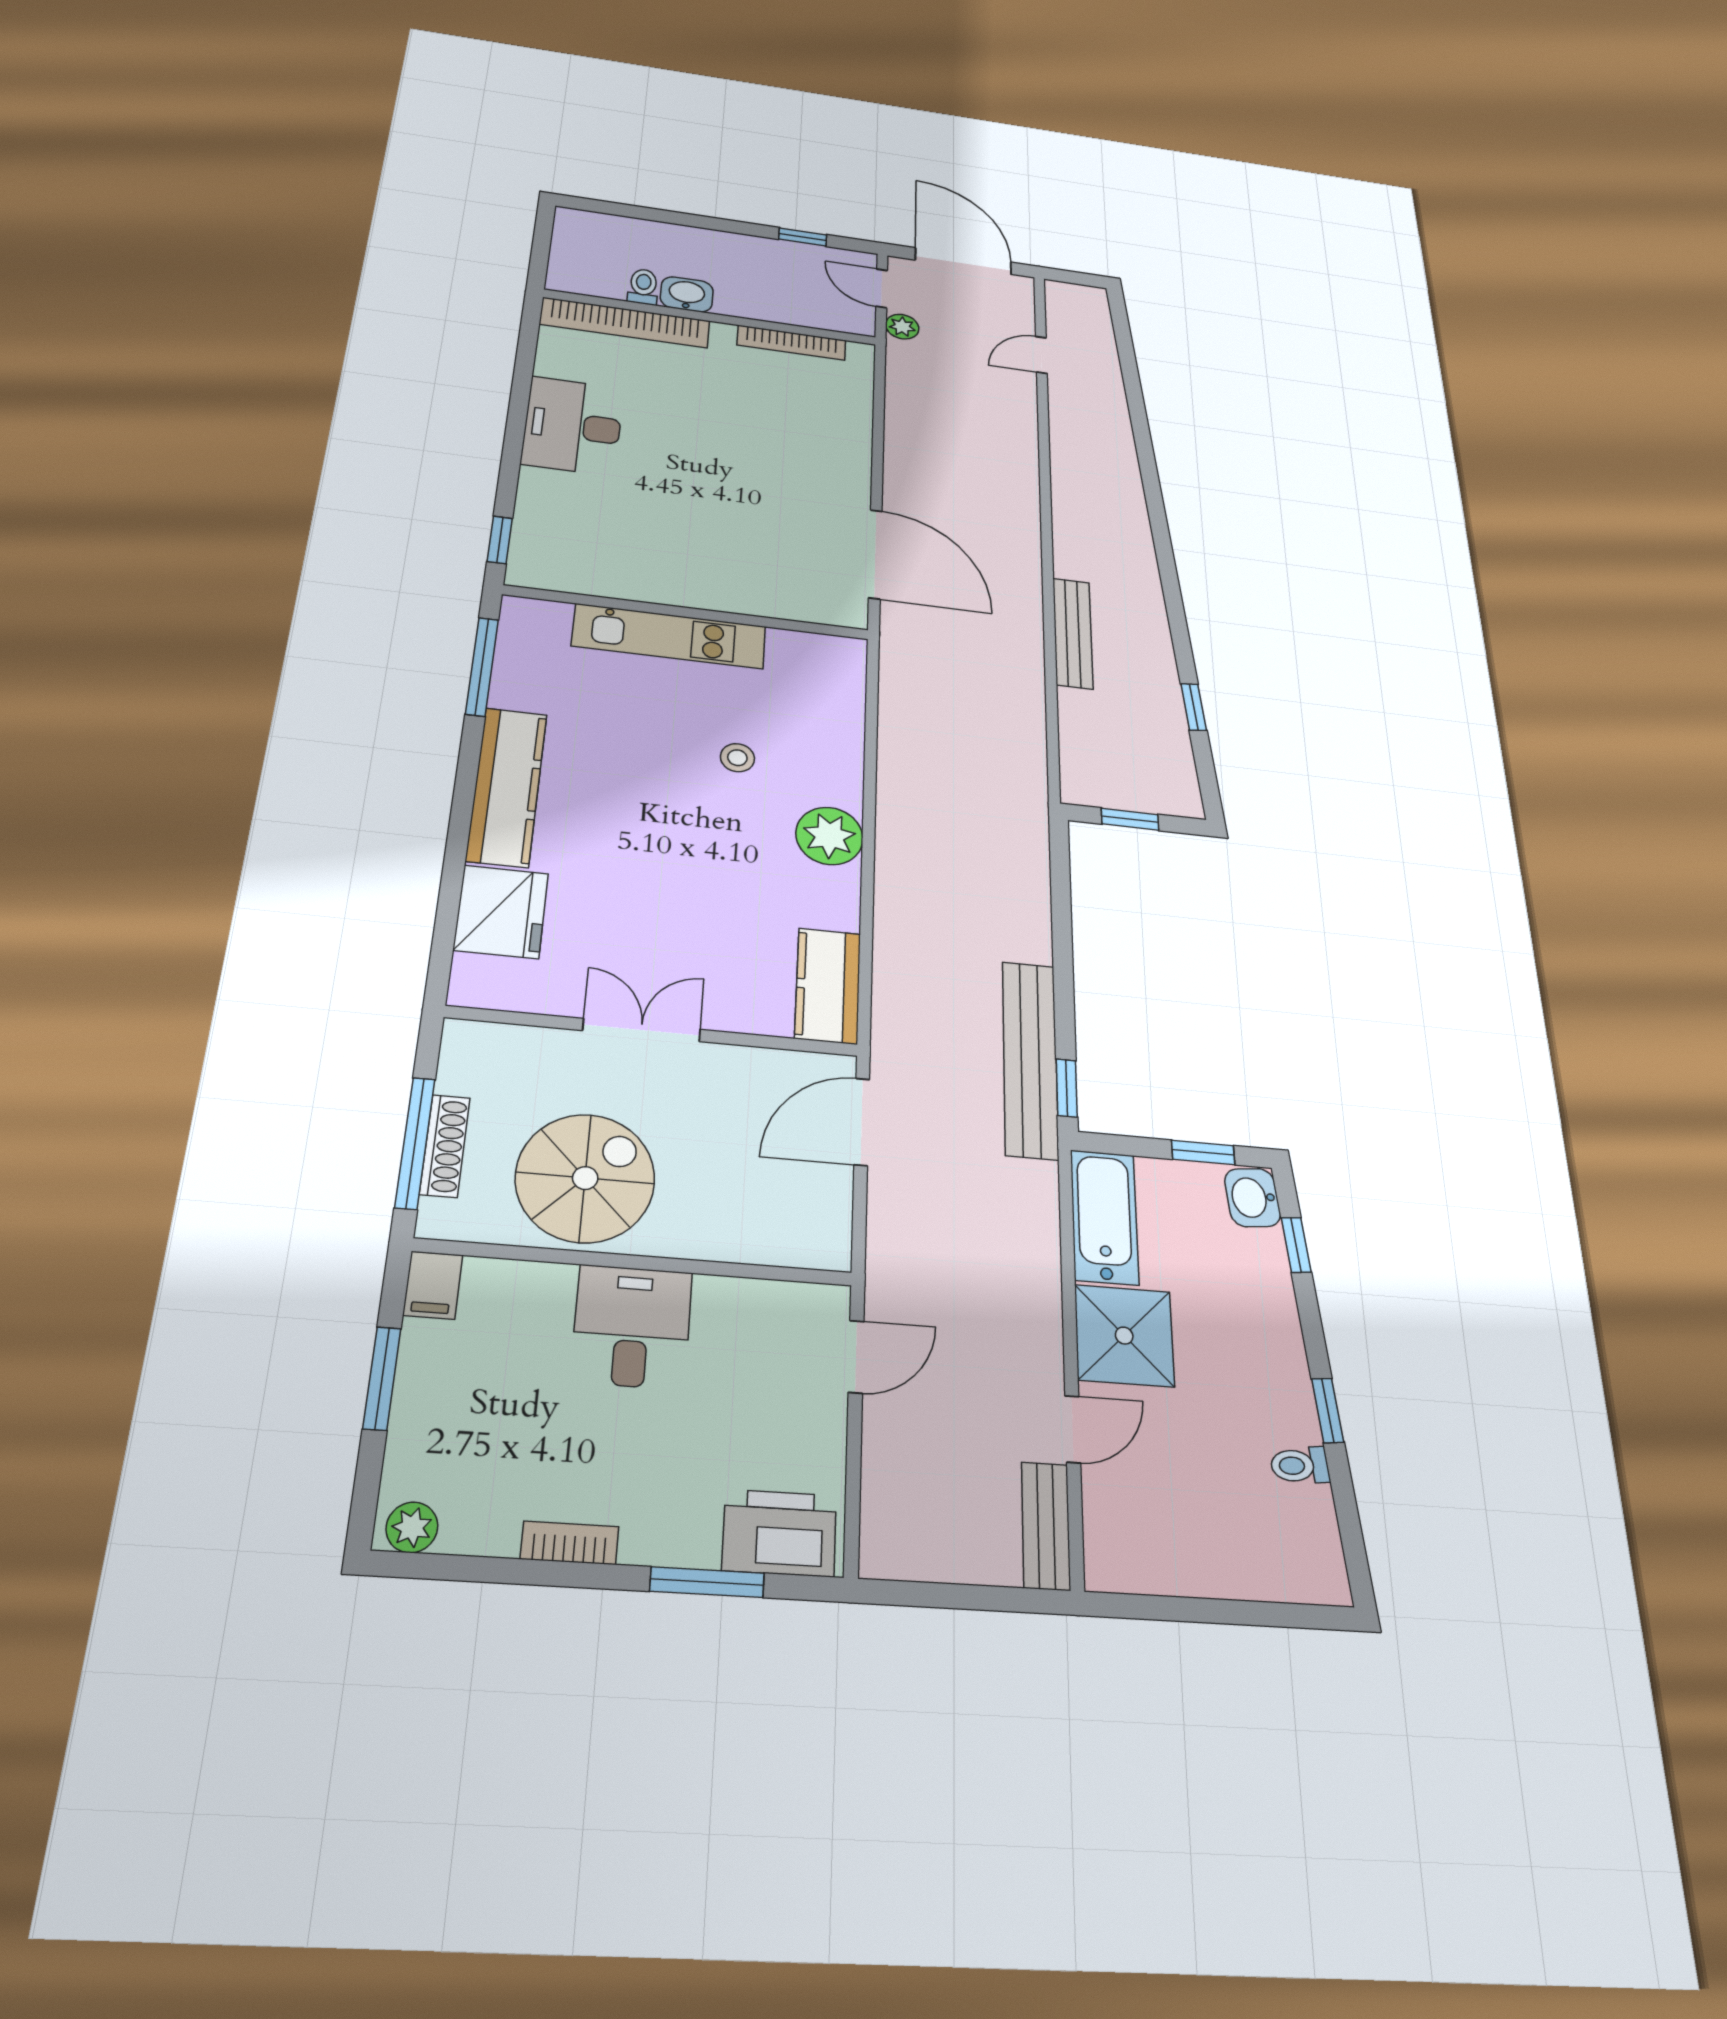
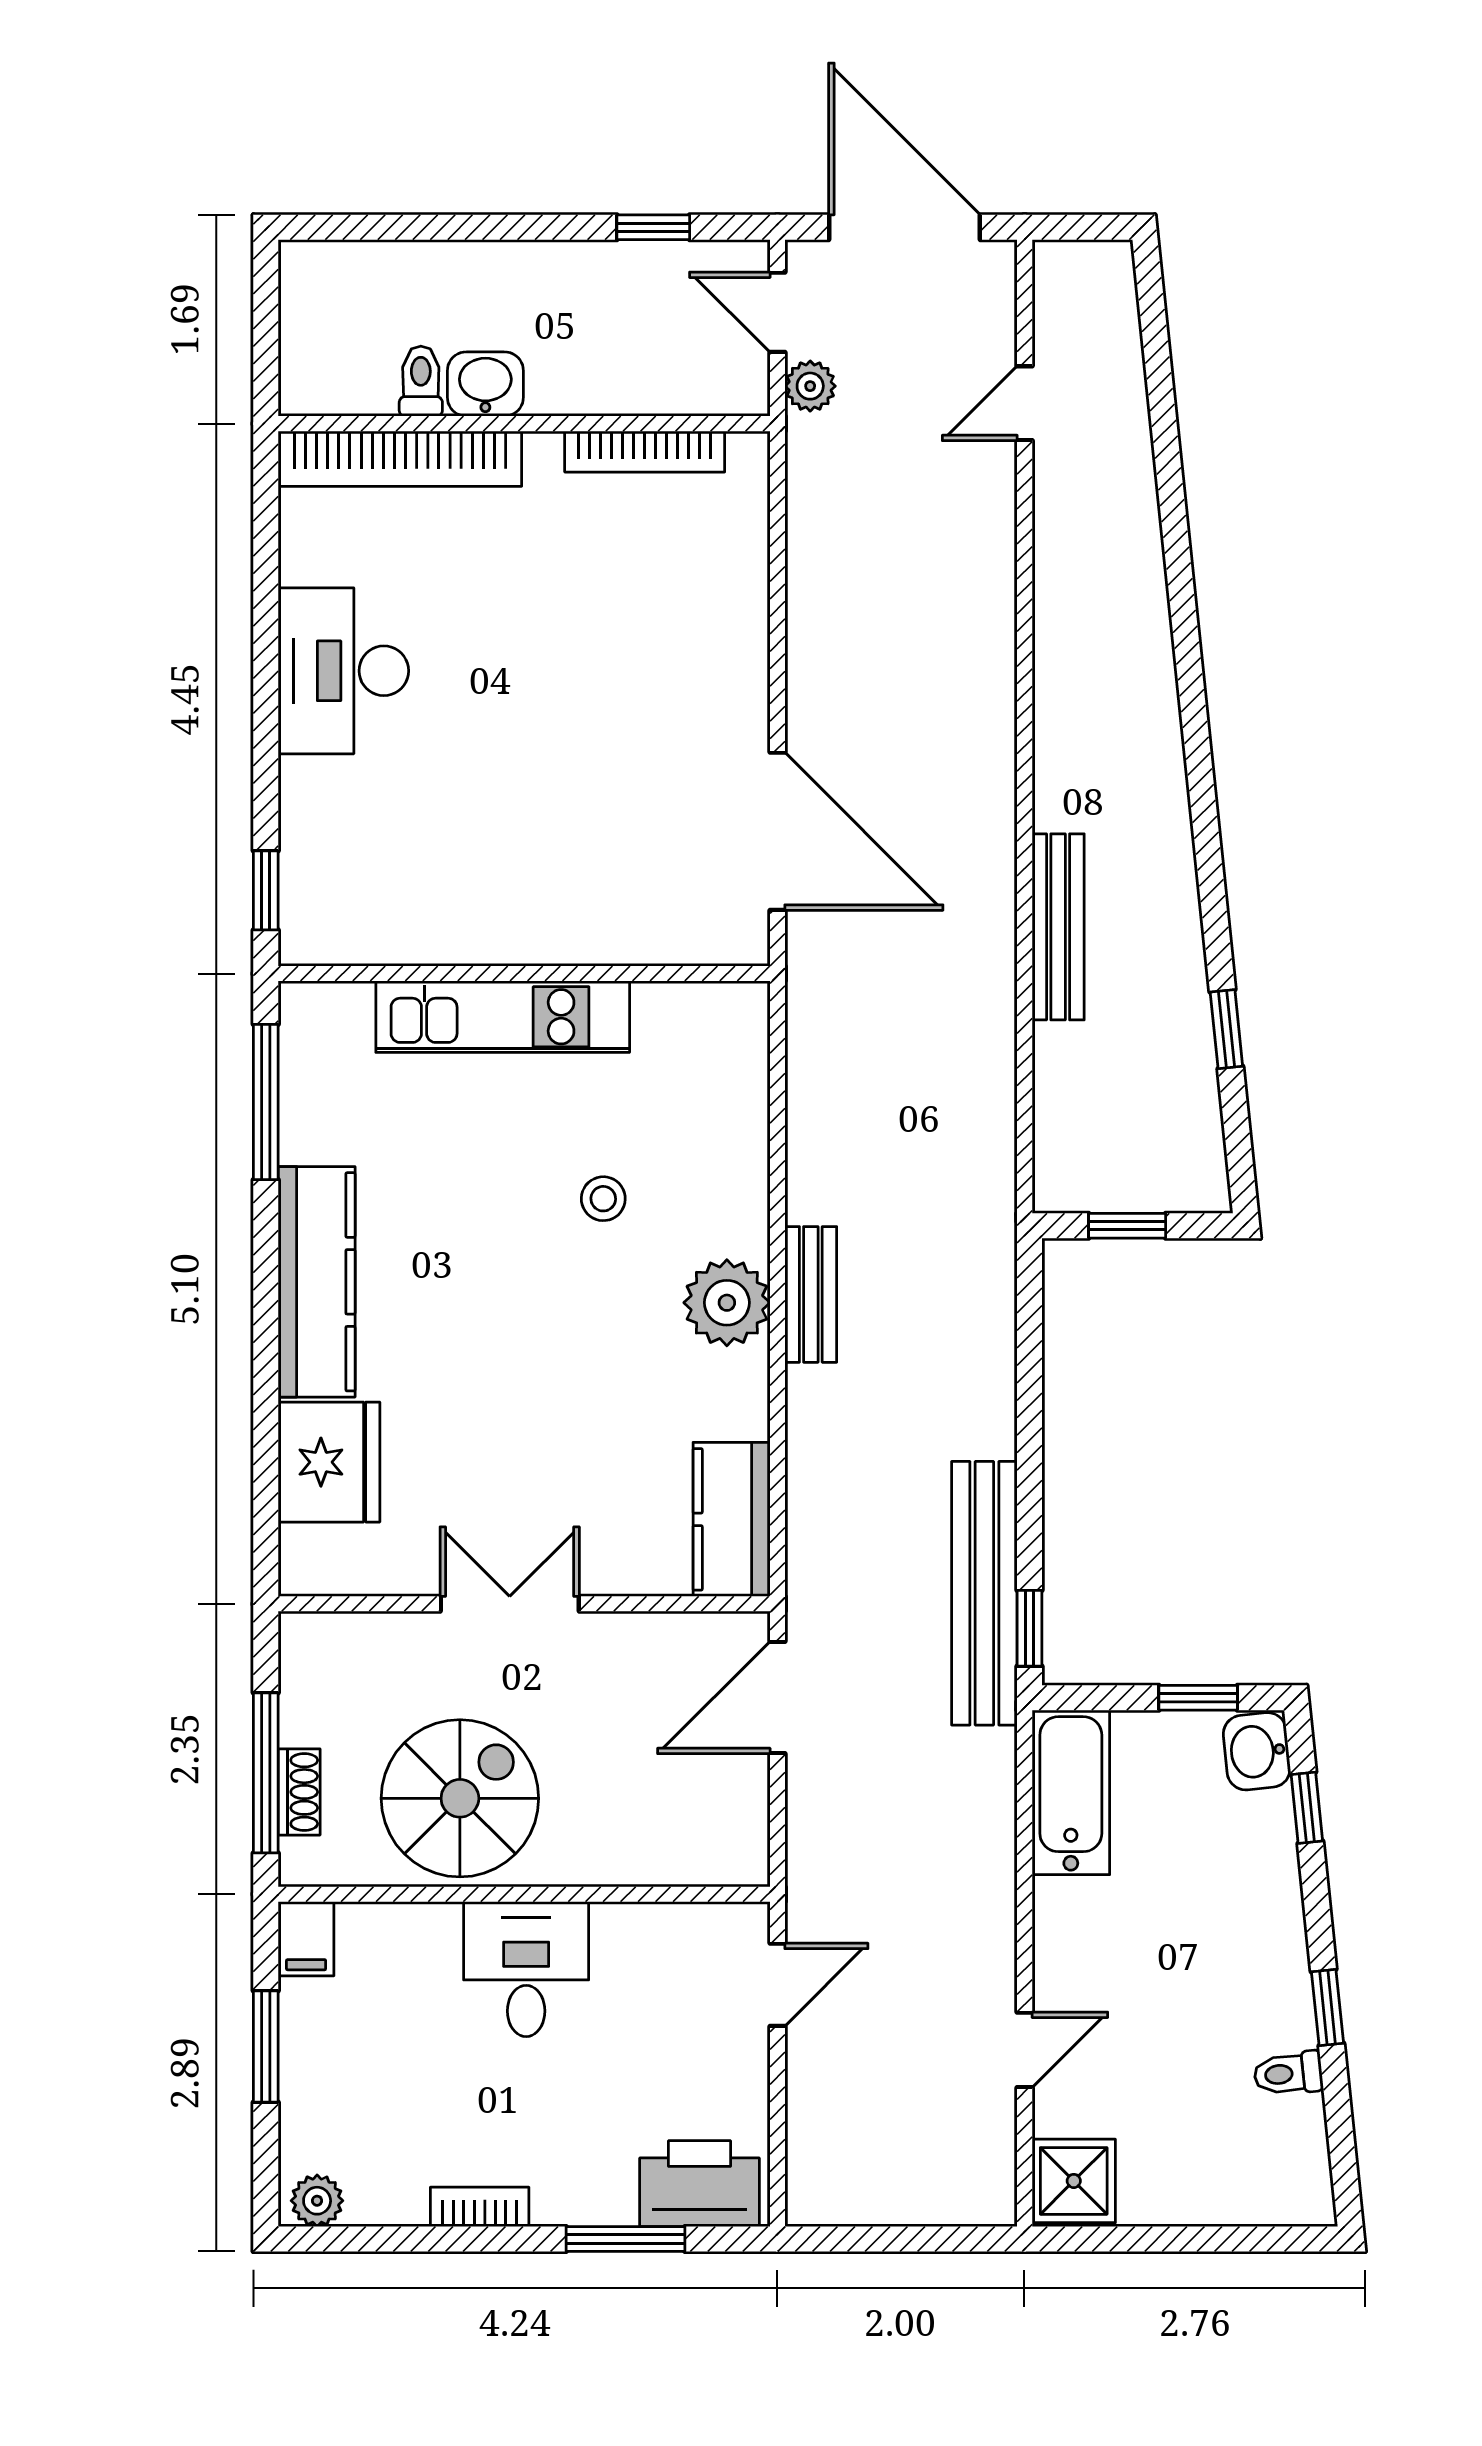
shoe rack: (445, 1146) -> (299, 1792), width x0.70
shower: (1124, 1336) -> (1074, 2181), moved, width x0.73, depth x0.73
bench: (1046, 1526) -> (811, 1294), moved

